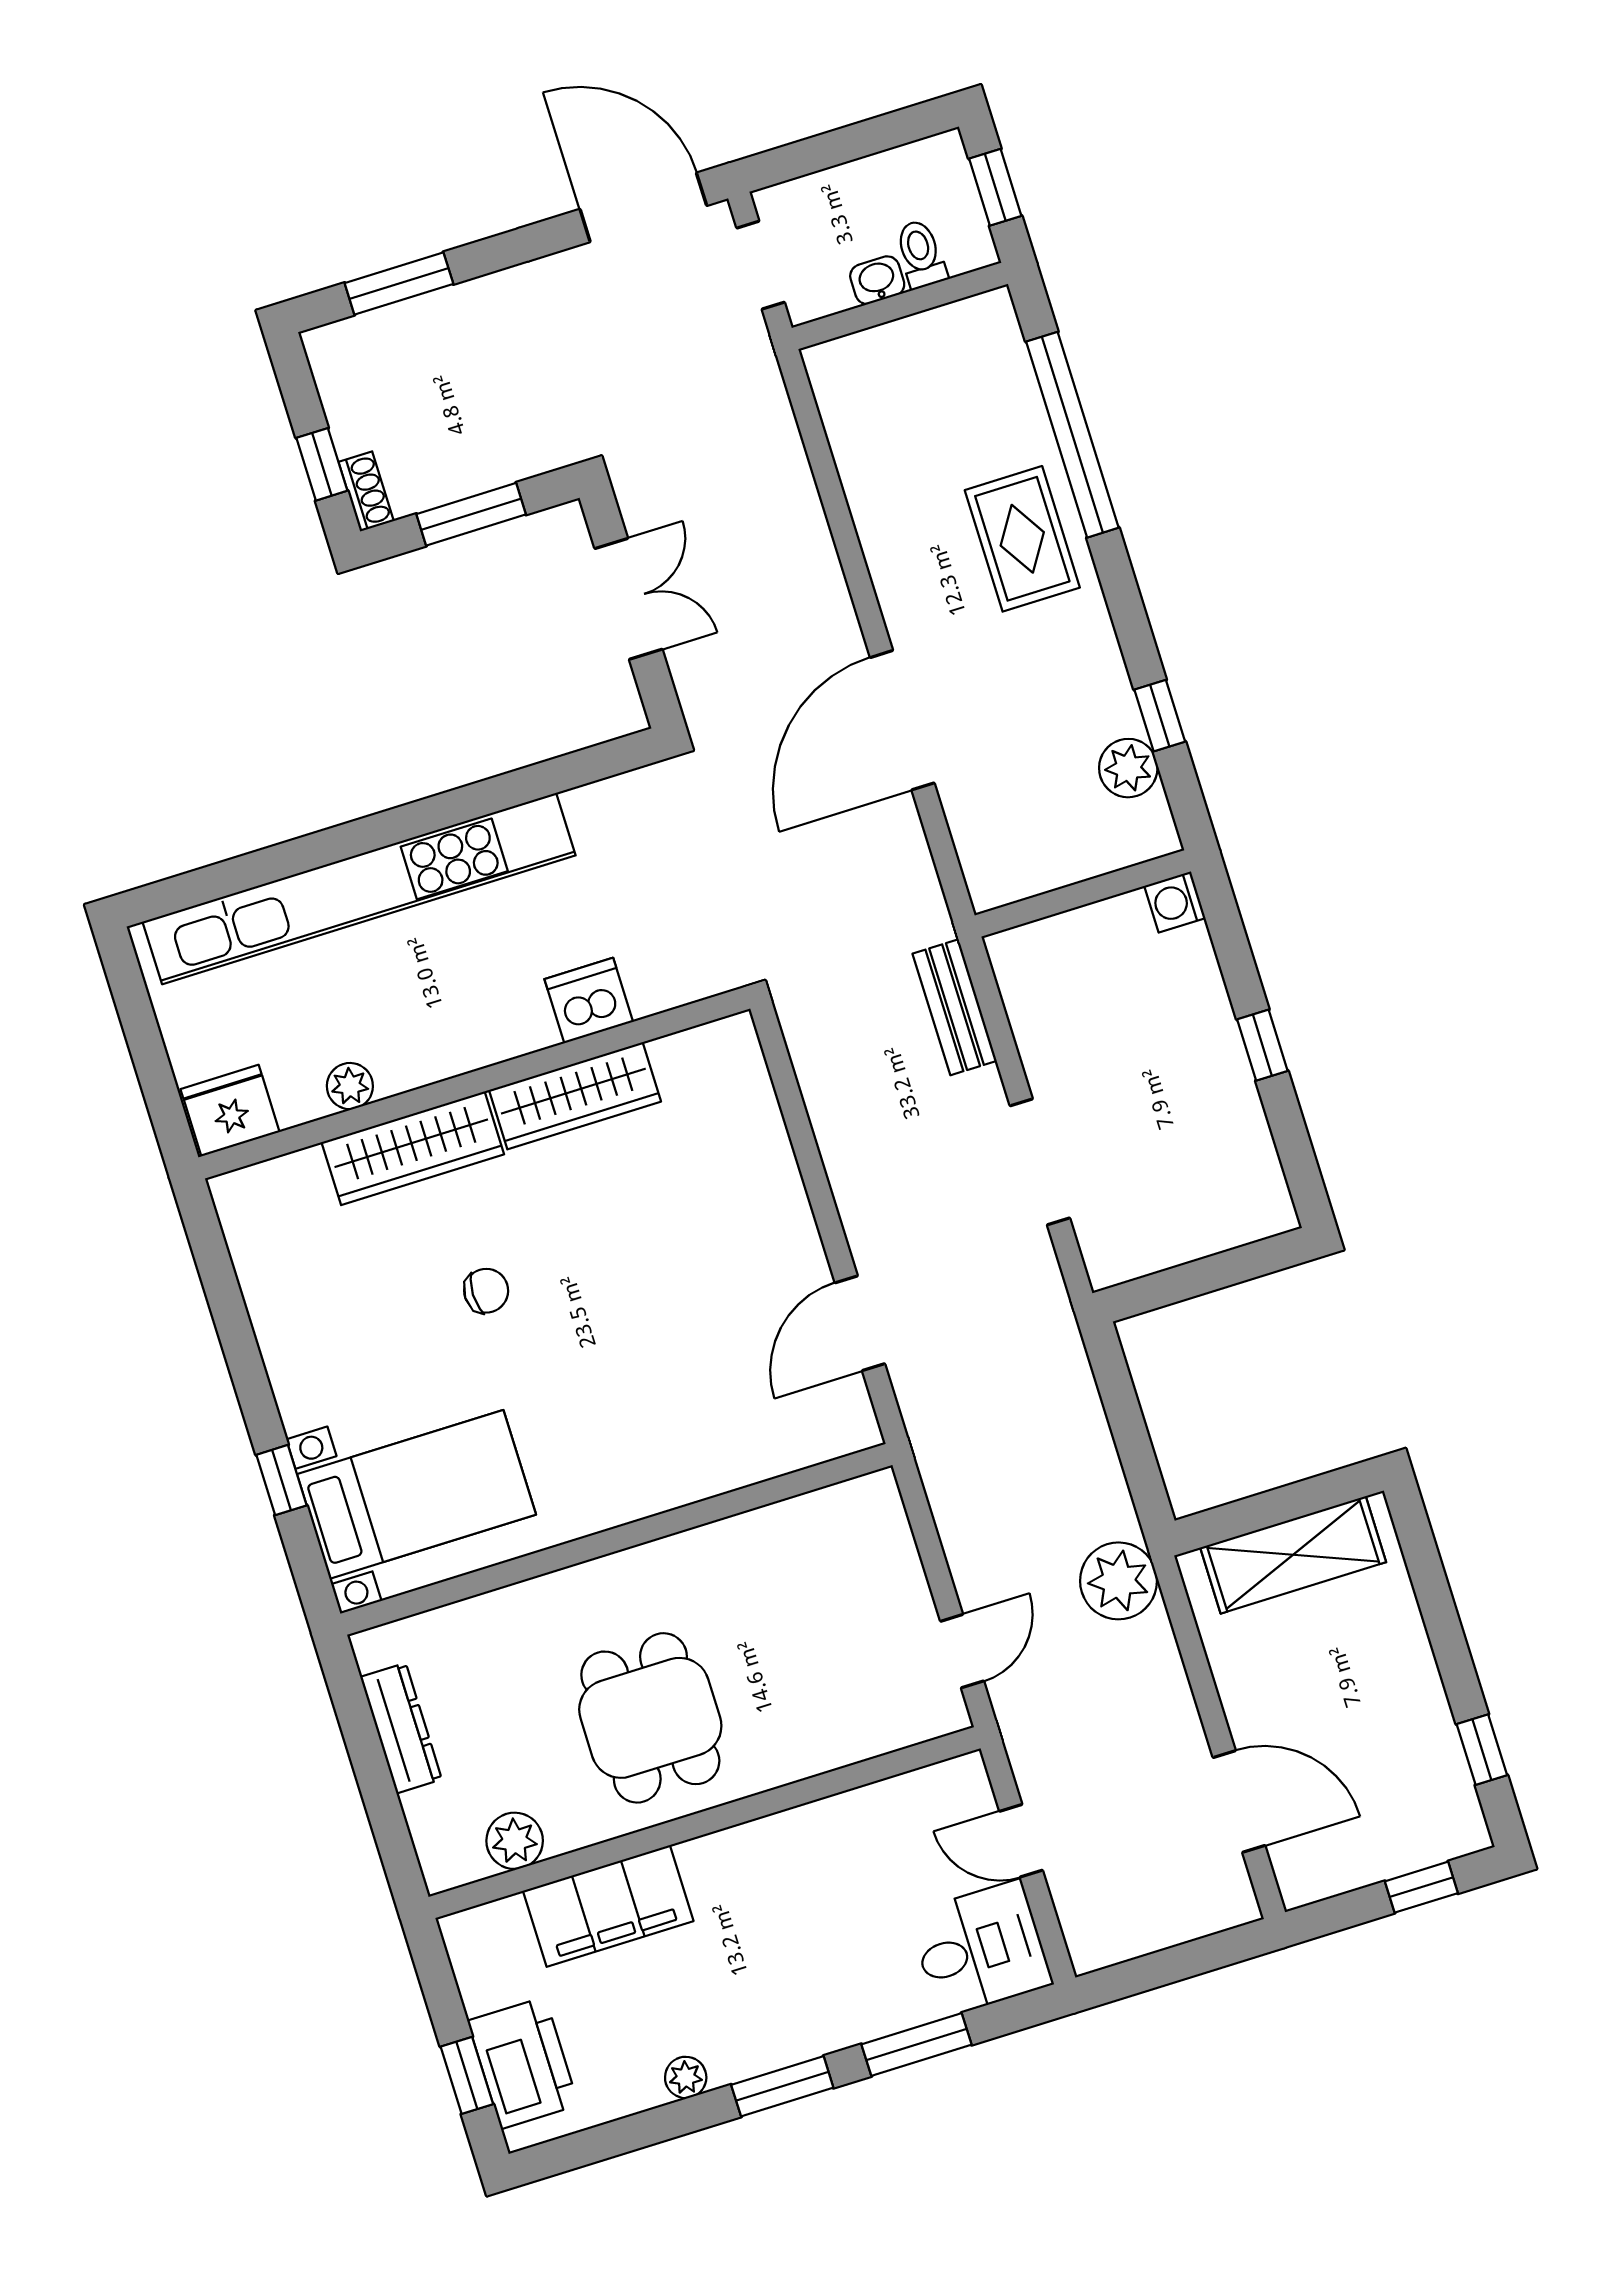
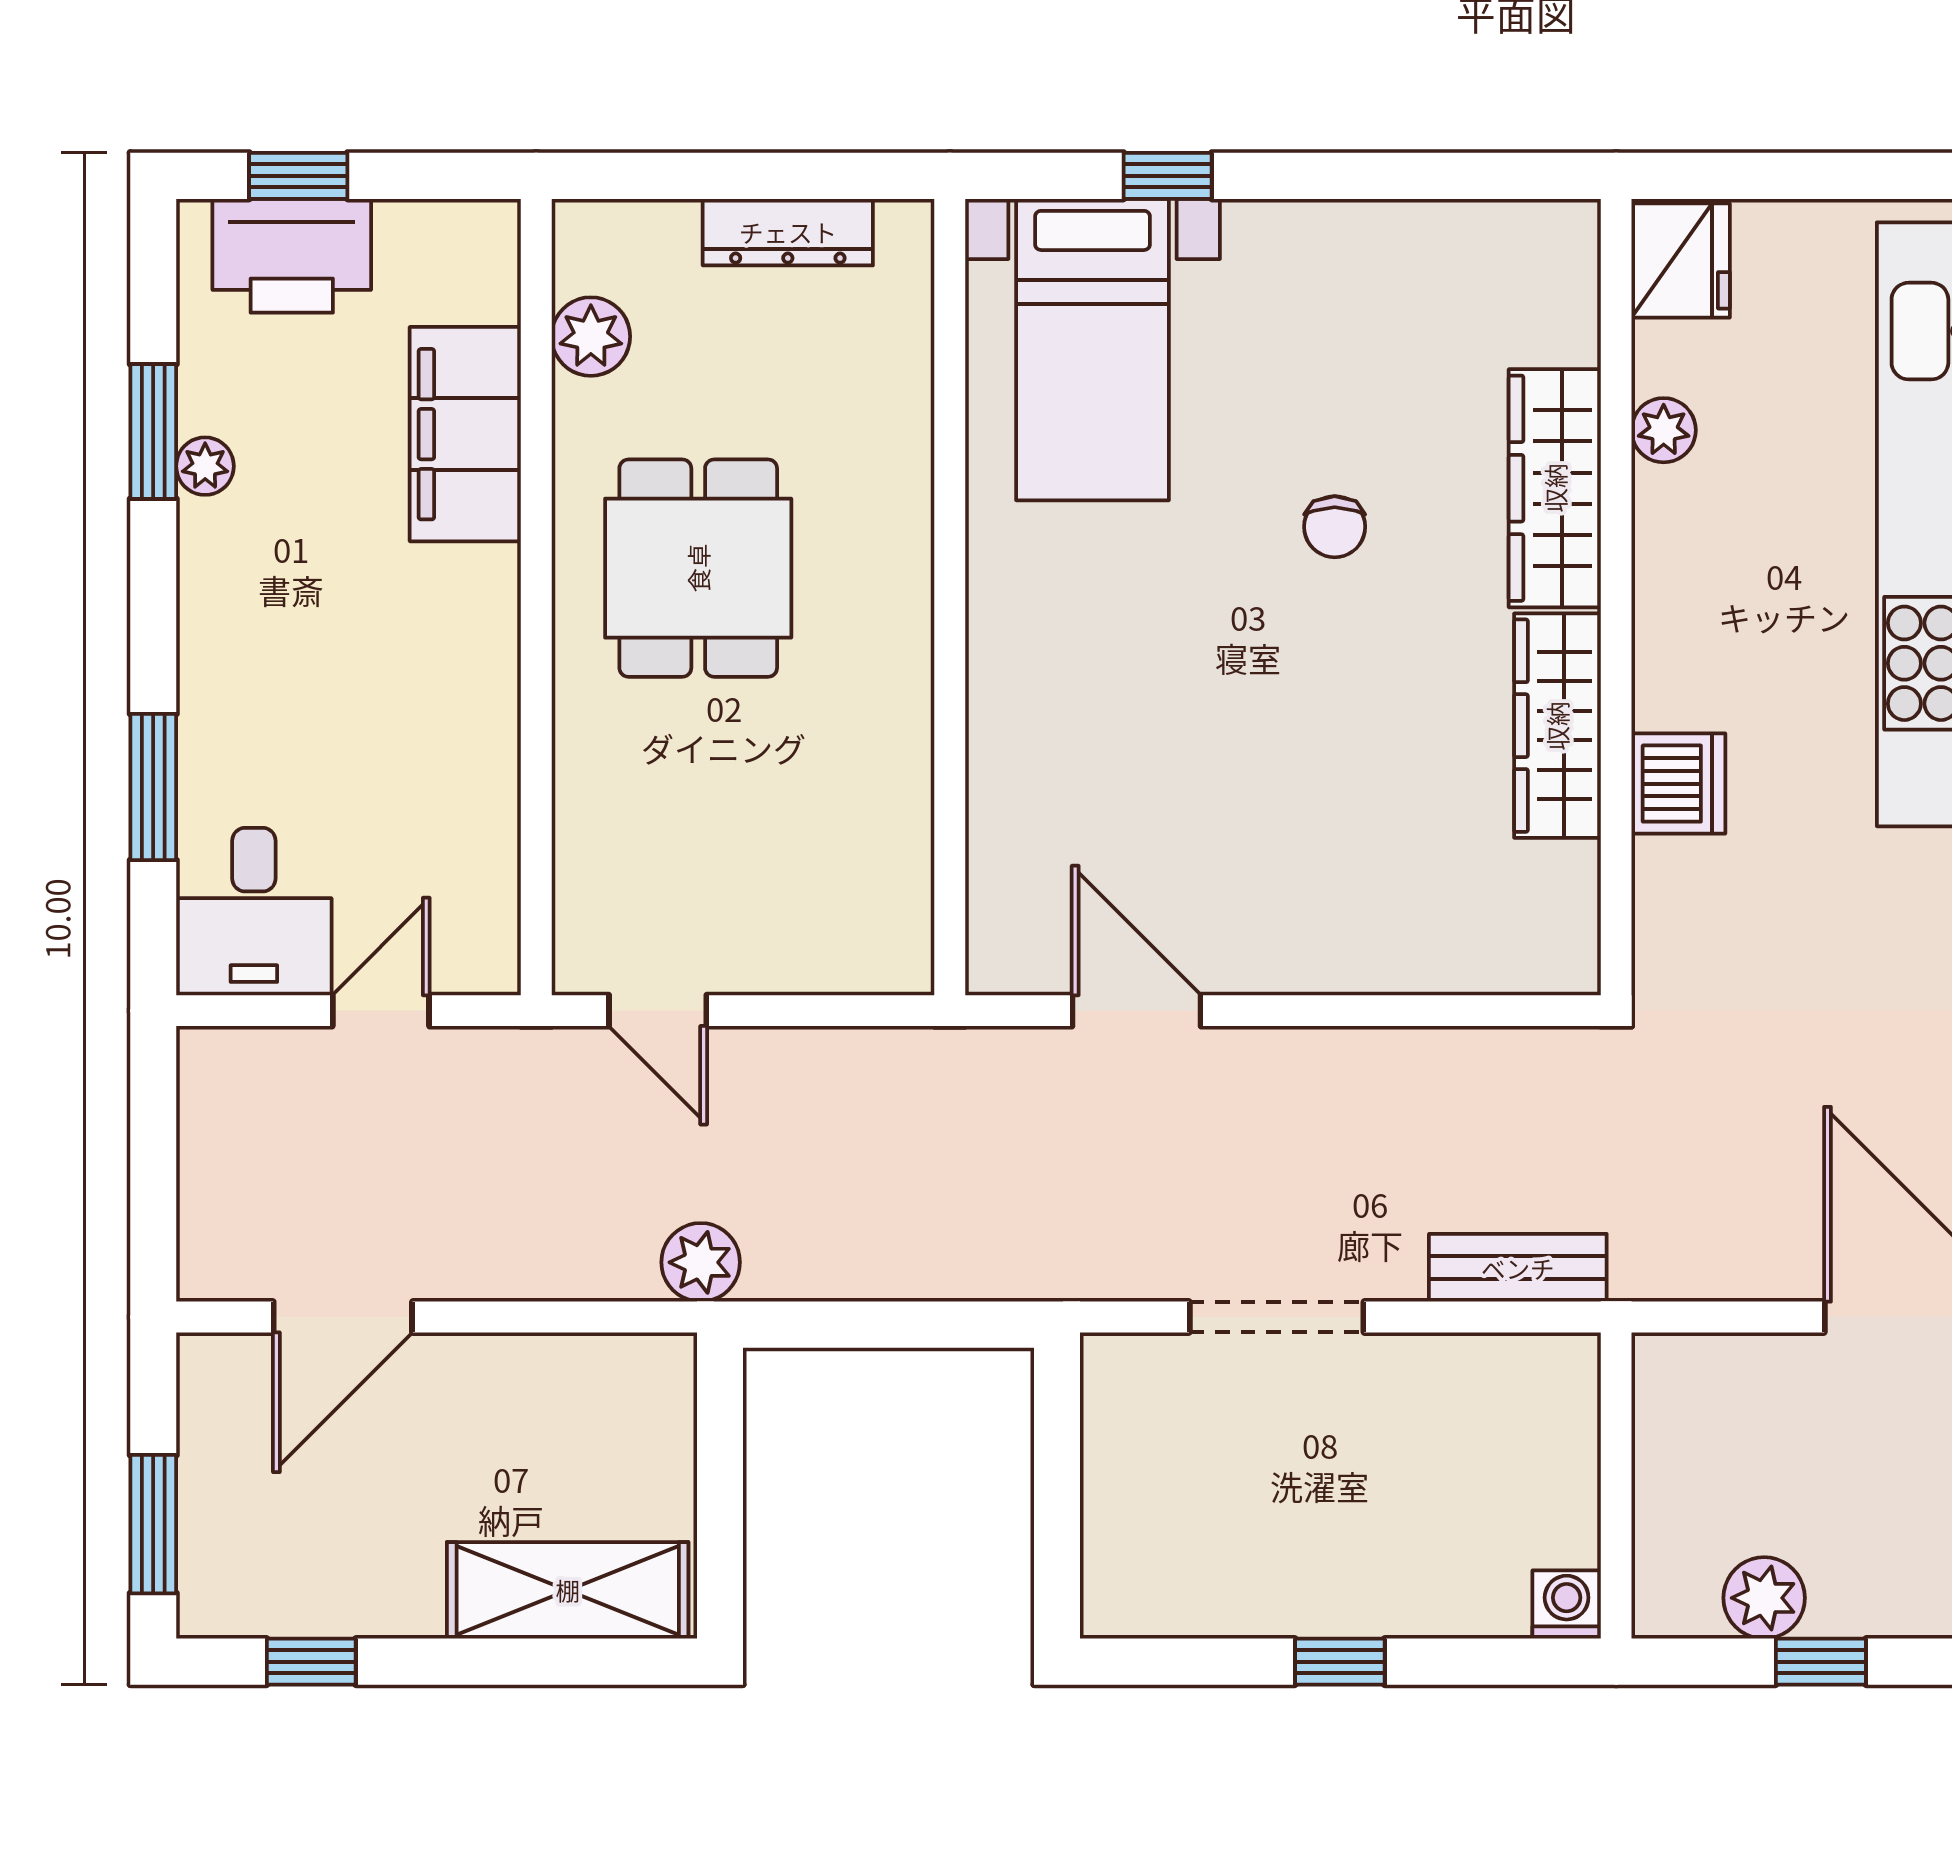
shelving: (1293, 1555) -> (568, 1590), moved, turned 90
plant: (1119, 1581) -> (701, 1262), width x0.73, depth x0.73
dining table: (650, 1718) -> (698, 568), turned 90
window: (1421, 1887) -> (153, 1524), width x1.50
window: (782, 2086) -> (153, 432), moved

